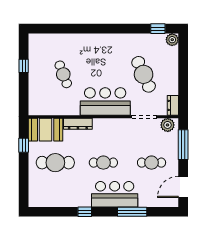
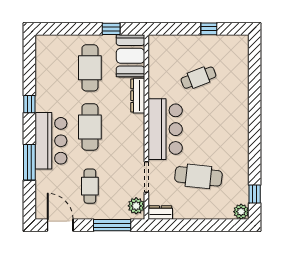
cafe table: (144, 74) -> (198, 176), turned 30
cafe table: (103, 163) -> (90, 127), width x1.37, depth x1.35

